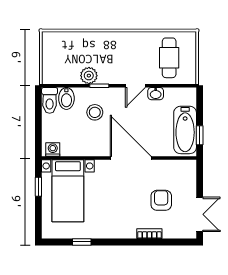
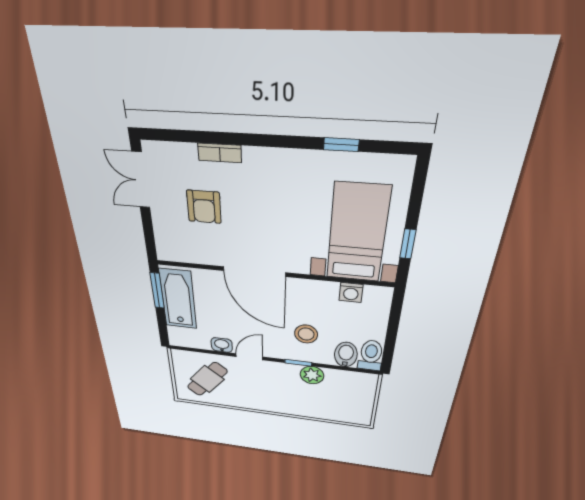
cafe table: (169, 58) -> (207, 379), turned 39
window: (200, 135) -> (157, 291), width x1.50
washing machine: (53, 150) -> (351, 292), moved

